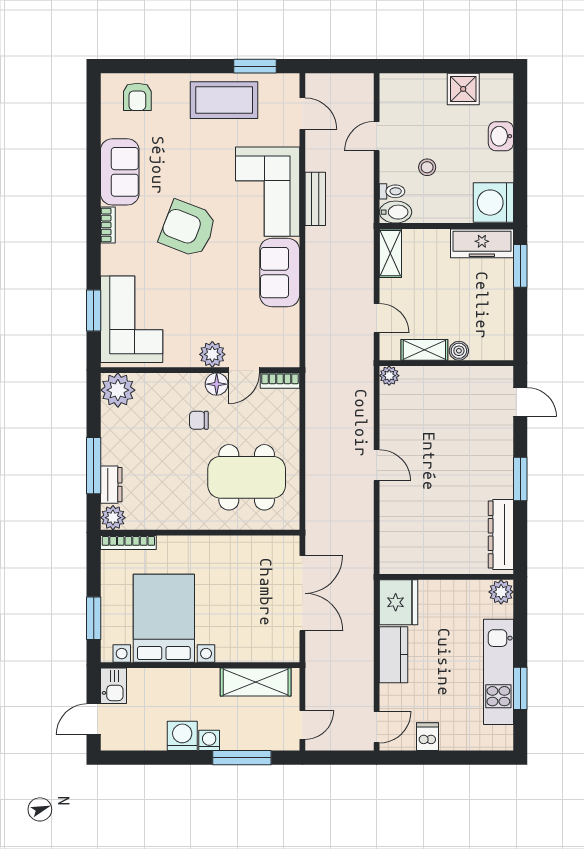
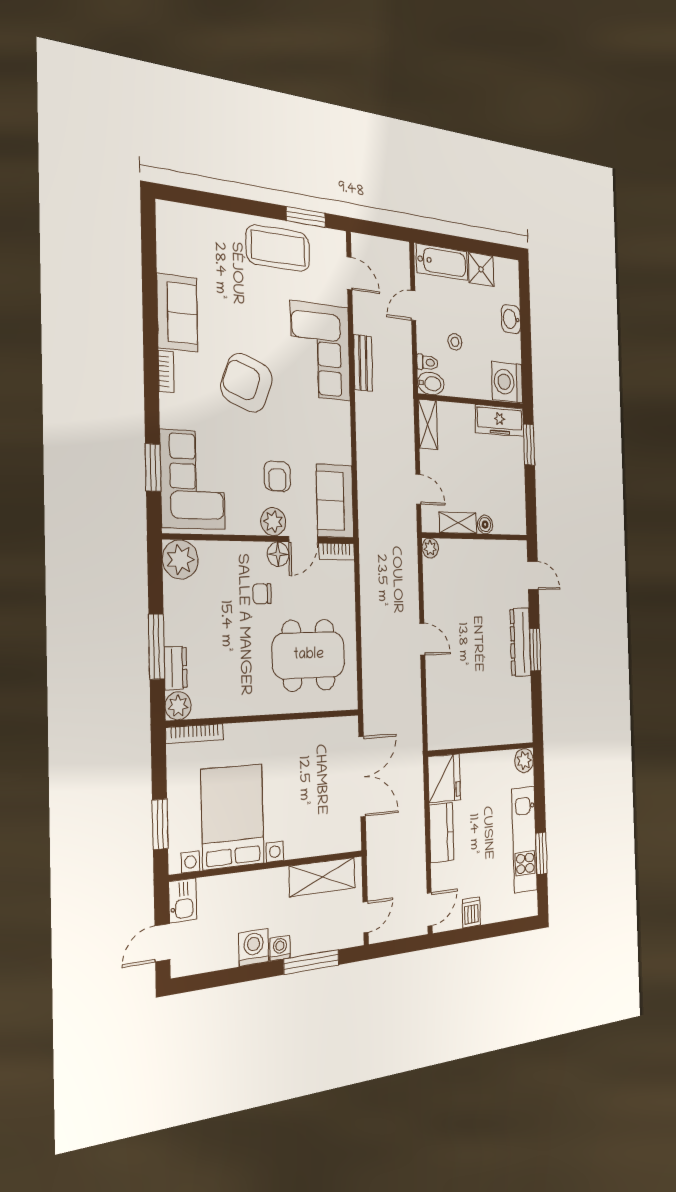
bathtub: (414, 88) -> (442, 262), added
armchair: (137, 97) -> (277, 476), moved
sofa: (280, 273) -> (335, 501), moved
dresser: (501, 535) -> (520, 642), moved

